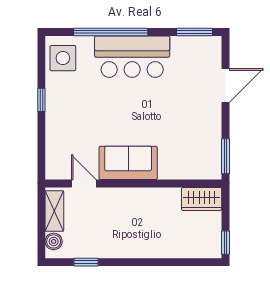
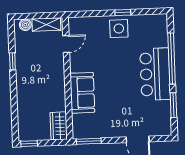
window: (194, 32) -> (173, 105), moved
side table: (63, 58) -> (119, 29), moved
sofa: (128, 163) -> (82, 93), moved
window: (86, 262) -> (12, 61), moved

